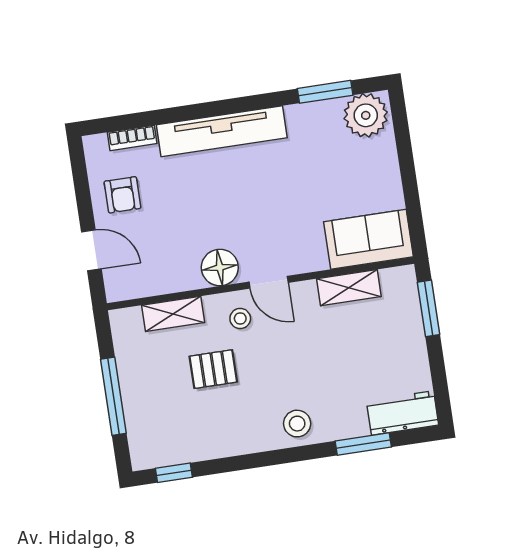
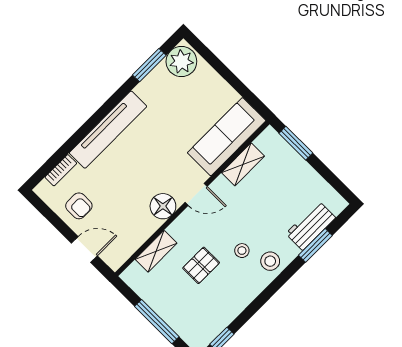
sofa: (368, 239) -> (227, 137), width x1.36
stool: (240, 318) -> (242, 251), moved
workbench: (402, 413) -> (311, 226), moved

